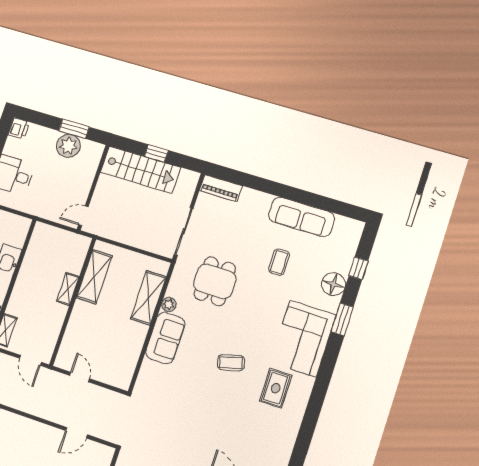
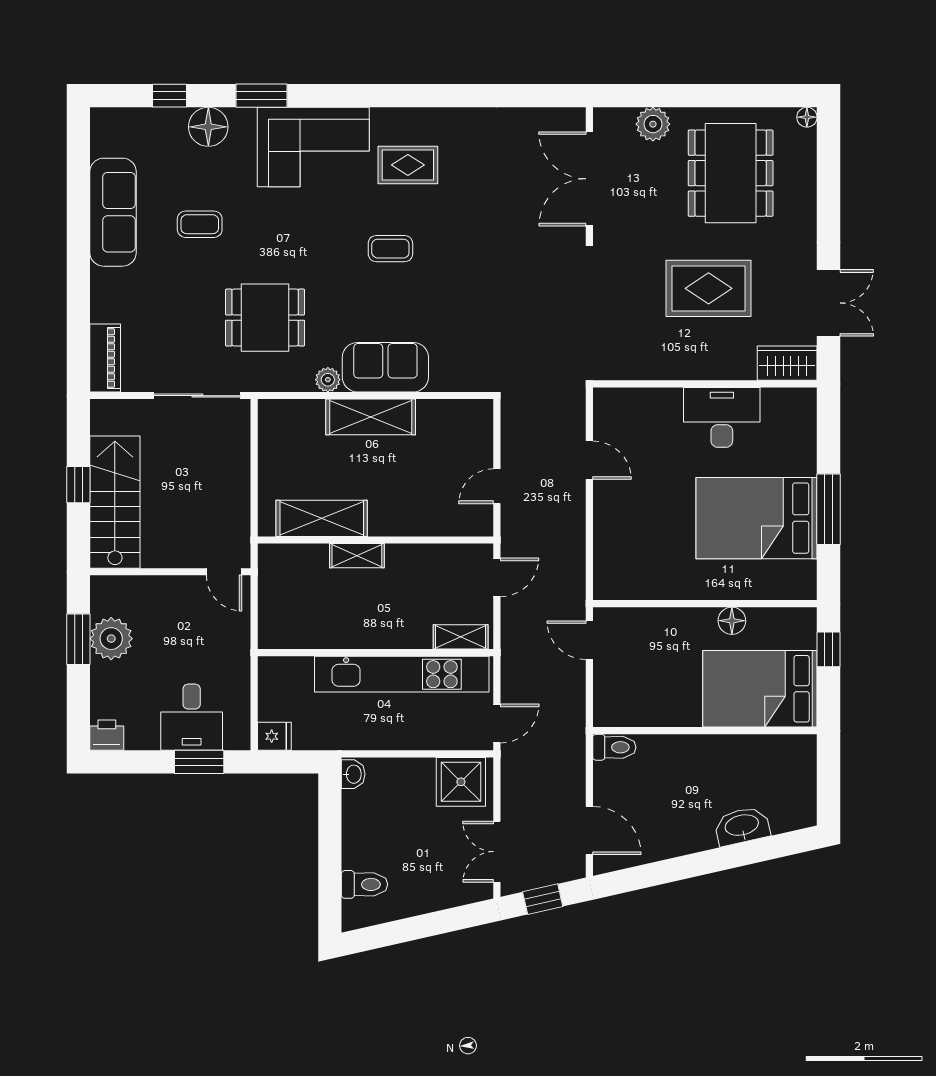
shelving: (148, 298) -> (371, 417), moved
coffee table: (231, 363) -> (390, 249), turned -74

